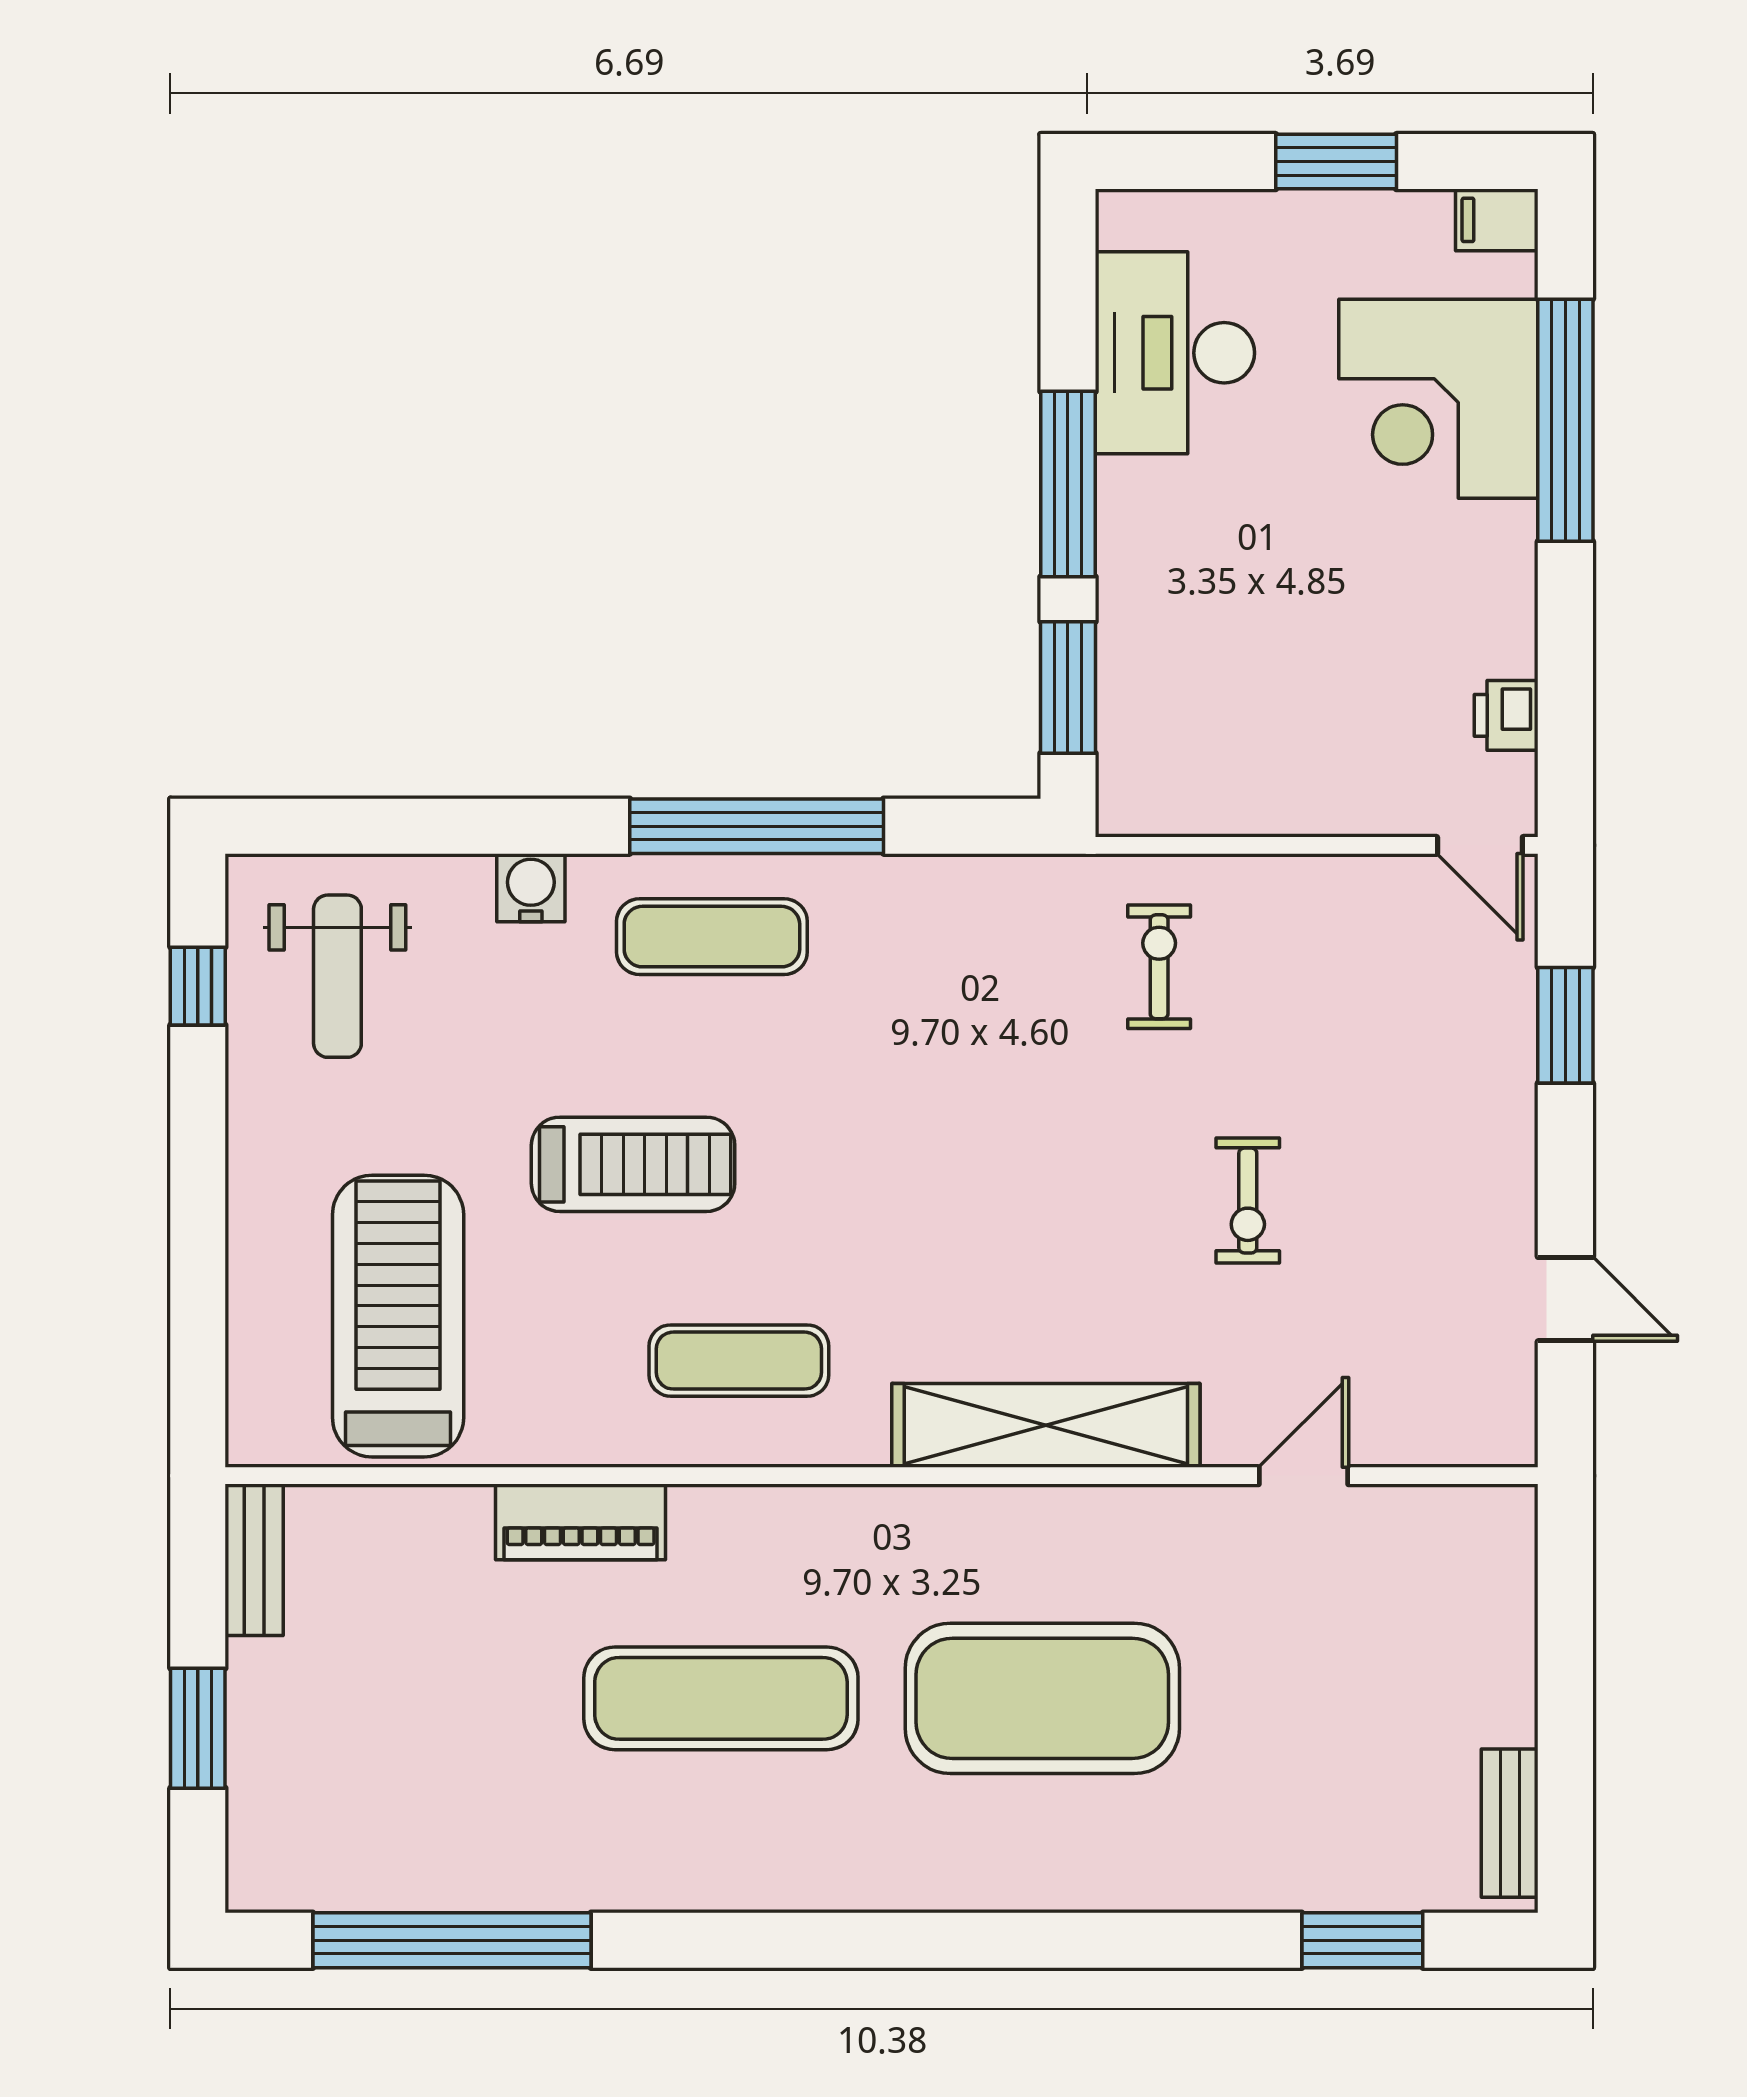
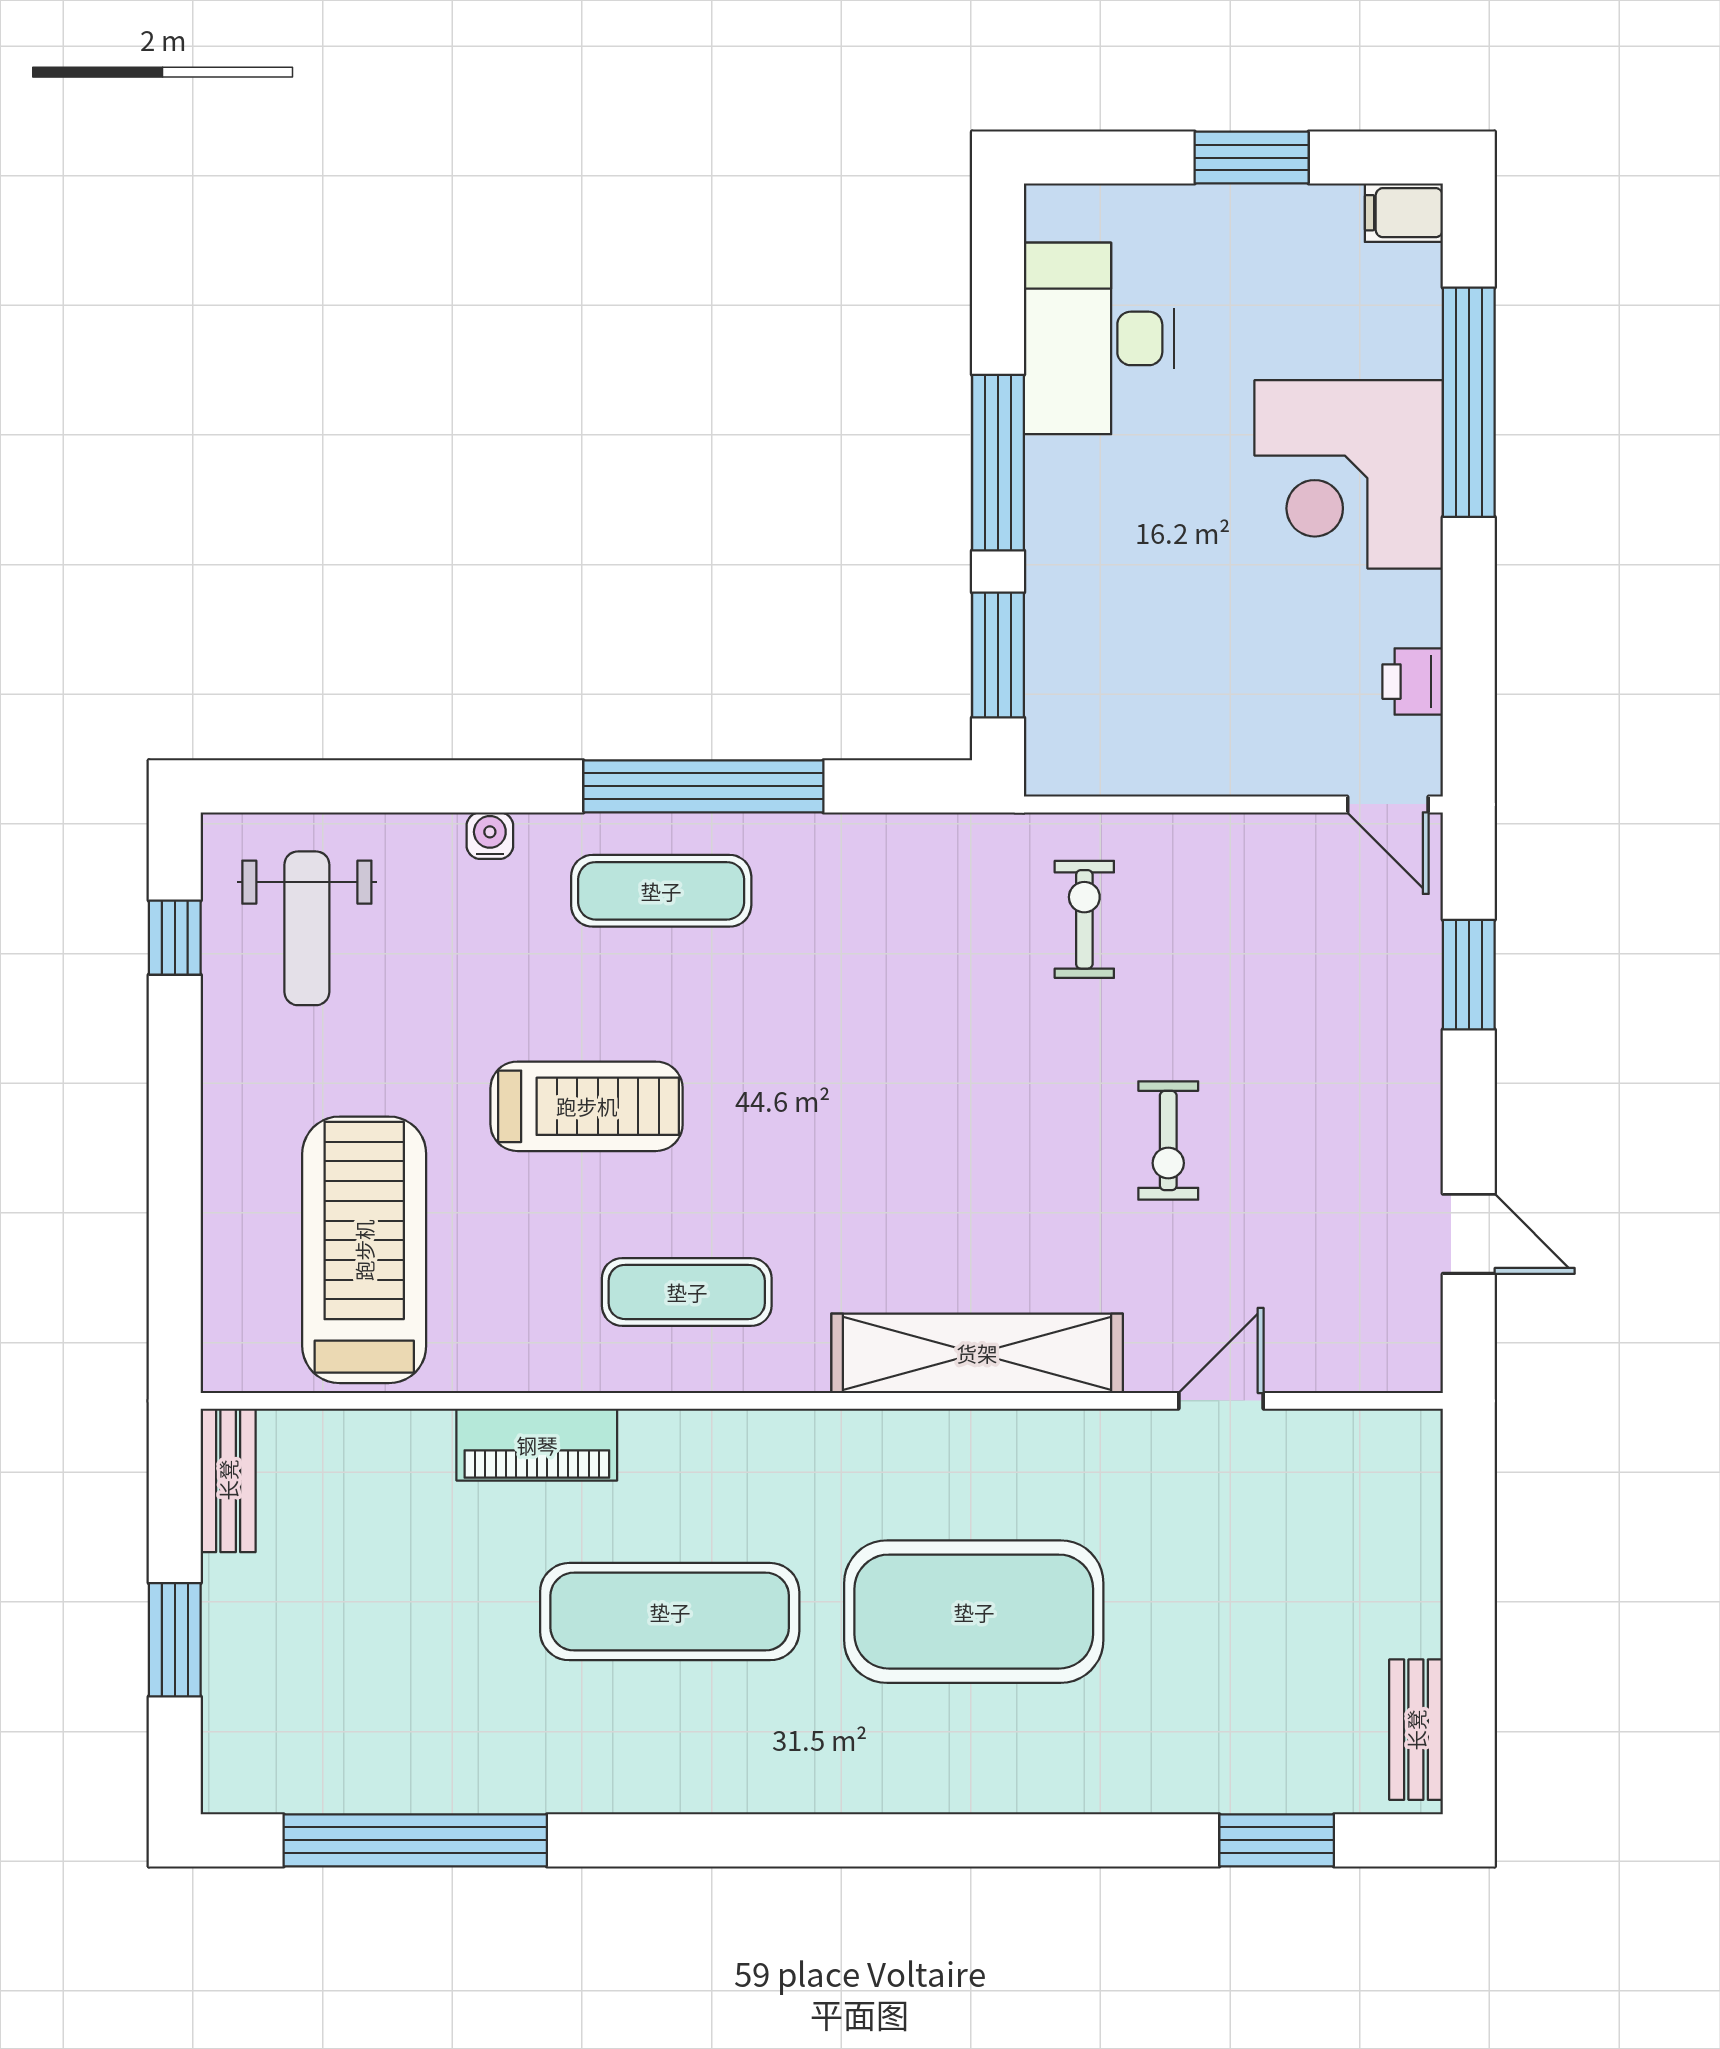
corner desk: (1438, 399) -> (1349, 474), moved
water cooler: (531, 888) -> (490, 836), width x0.72, depth x0.72

